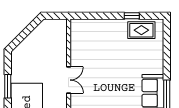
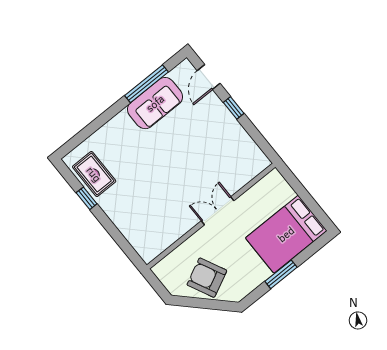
armchair: (38, 45) -> (207, 278), added

